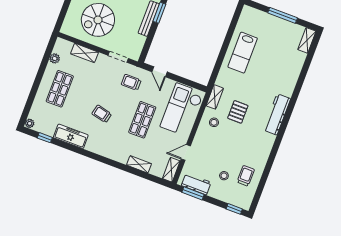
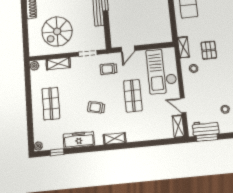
plant: (55, 58) -> (34, 66), moved
door: (160, 72) -> (128, 49), hinge flipped
door: (186, 152) -> (183, 105), hinge flipped
shelving: (139, 164) -> (115, 139), moved

